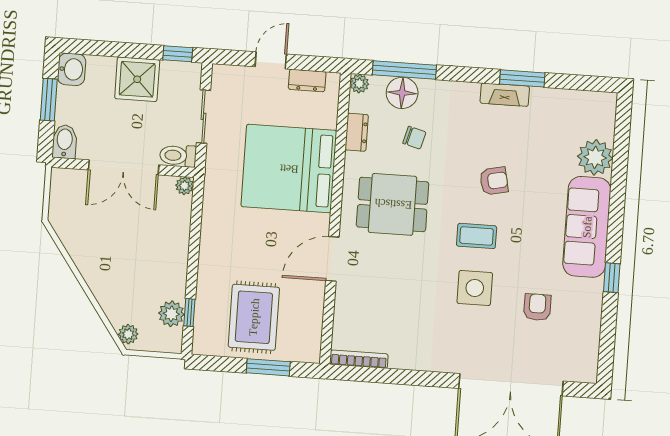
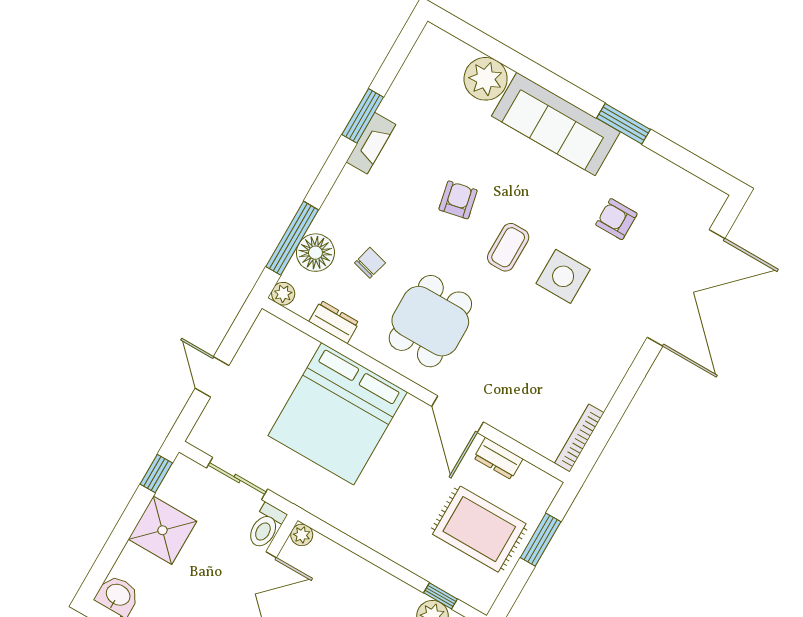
dresser: (307, 80) -> (498, 458), moved, turned 90
window: (612, 278) -> (624, 124), width x1.50

